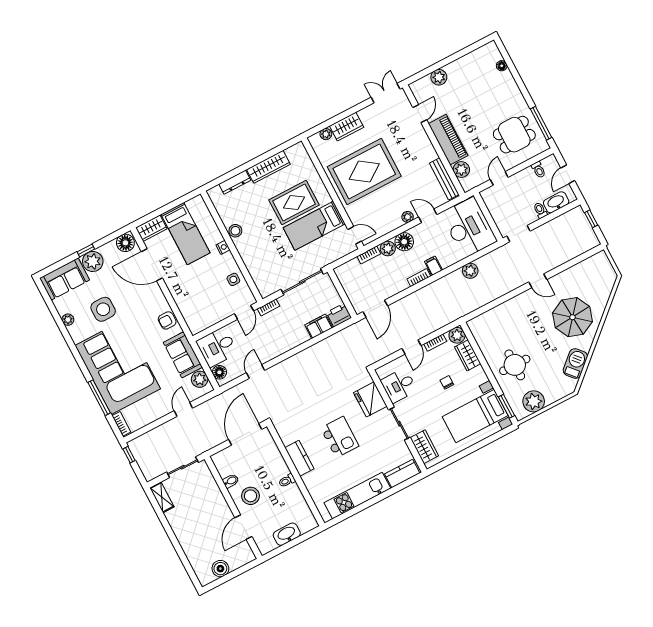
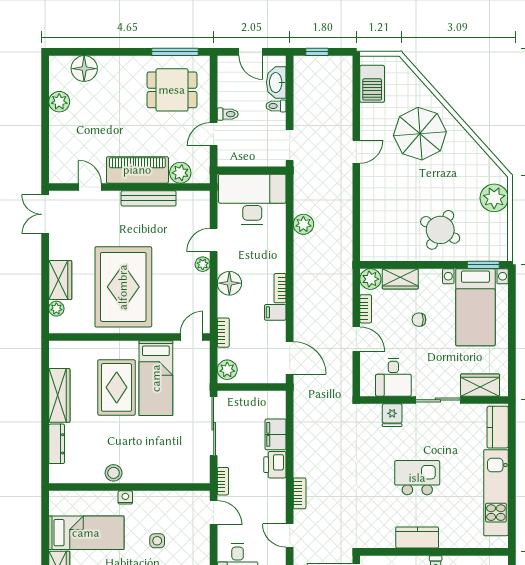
floor lamp: (502, 66) -> (84, 69), width x1.89, depth x1.89
plant: (439, 77) -> (59, 102), moved
dining table: (514, 135) -> (172, 90), turned 90
toilet: (539, 170) -> (228, 114), moved
door: (499, 178) -> (214, 134), hinge flipped
bench: (444, 179) -> (149, 198), moved
plant: (388, 248) -> (227, 370), moved
filing cabinet: (433, 266) -> (275, 312), moved
side table: (233, 279) -> (157, 541), moved
printer: (339, 315) -> (275, 465), moved
bookcase: (287, 363) -> (300, 493), added
barbecue: (575, 364) -> (372, 84), moved, turned -138
round table: (515, 365) -> (440, 230), turned 30
fridge: (370, 399) -> (392, 415), width x0.53, depth x0.75
plant: (534, 401) -> (494, 198), moved

